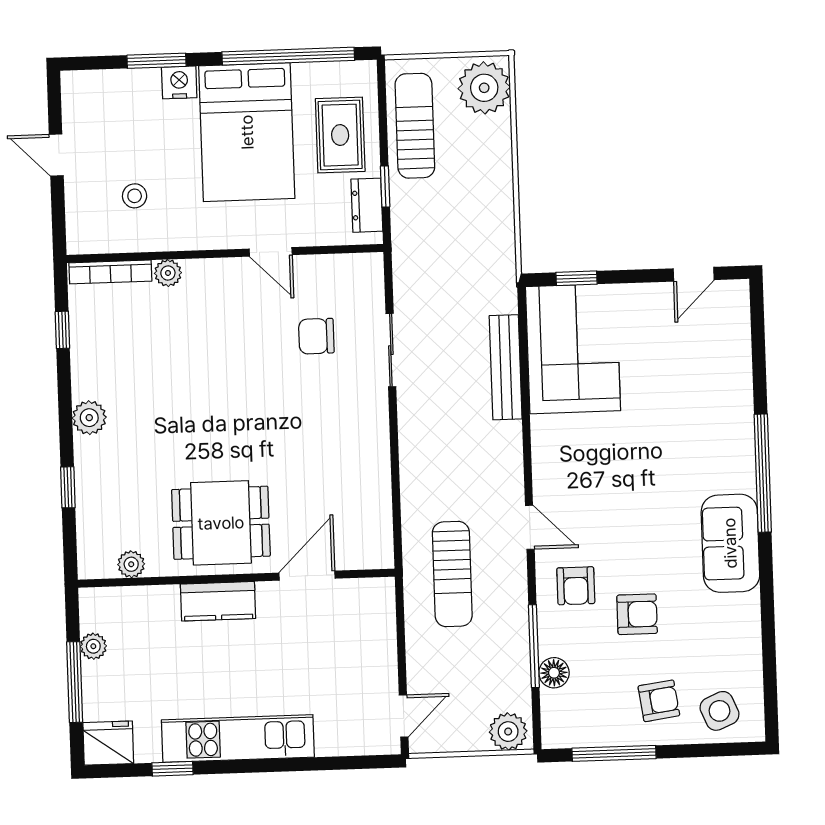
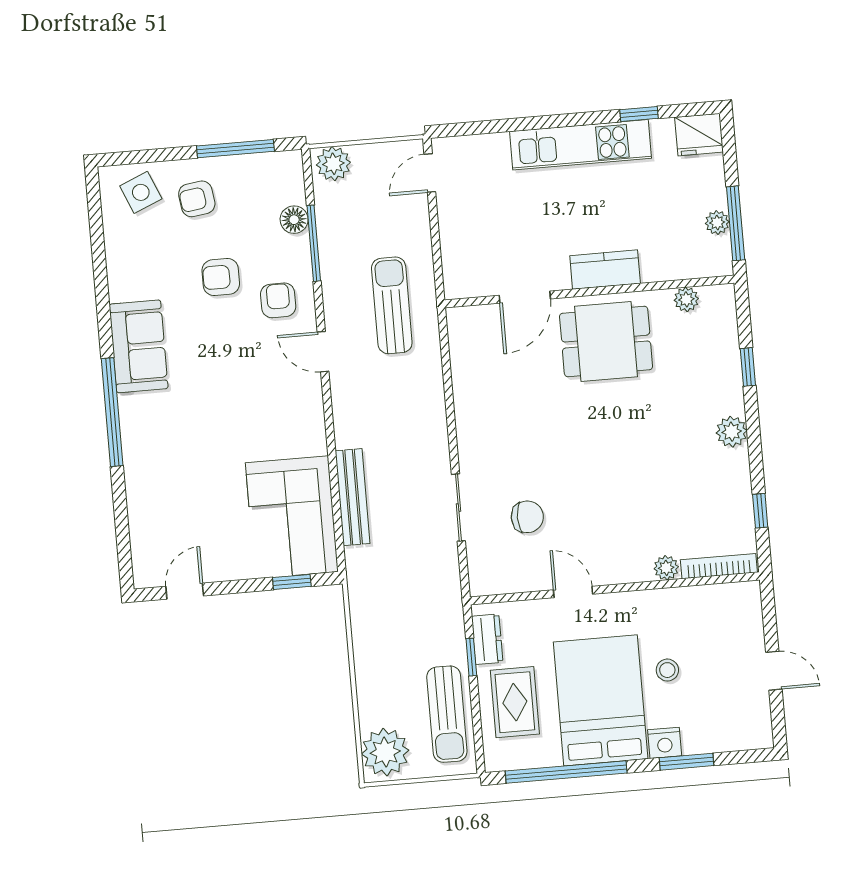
stool: (135, 196) -> (667, 670), moved
window: (75, 682) -> (736, 223), moved

